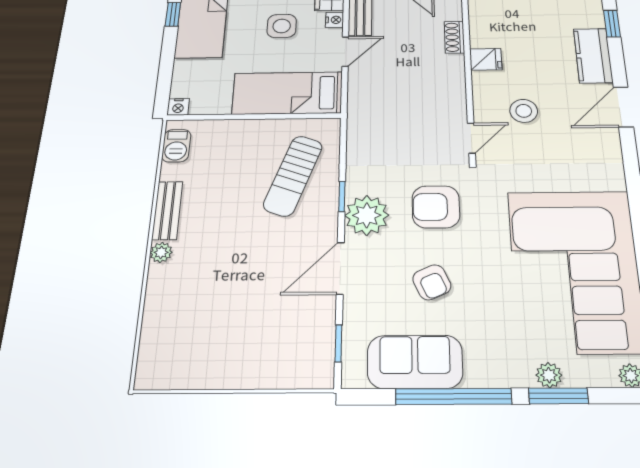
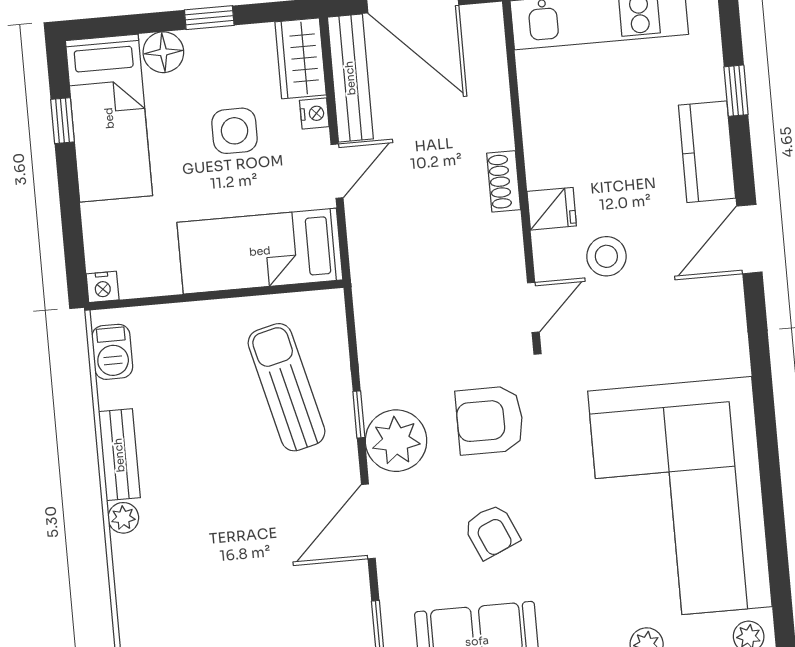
shoe rack: (454, 37) -> (504, 181), moved
fridge: (486, 59) -> (552, 209), moved
sun lounger: (293, 176) -> (286, 387), turned 146

